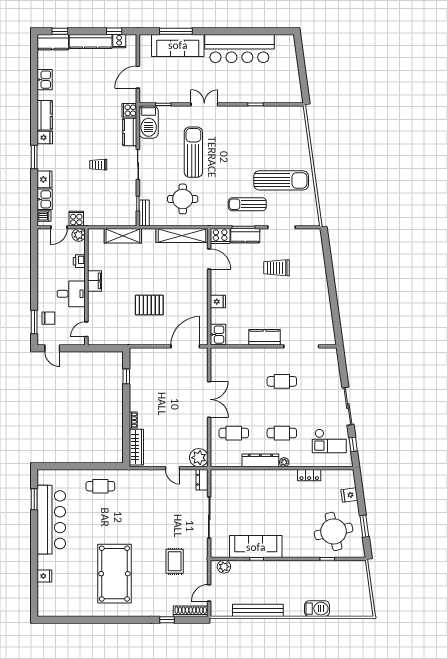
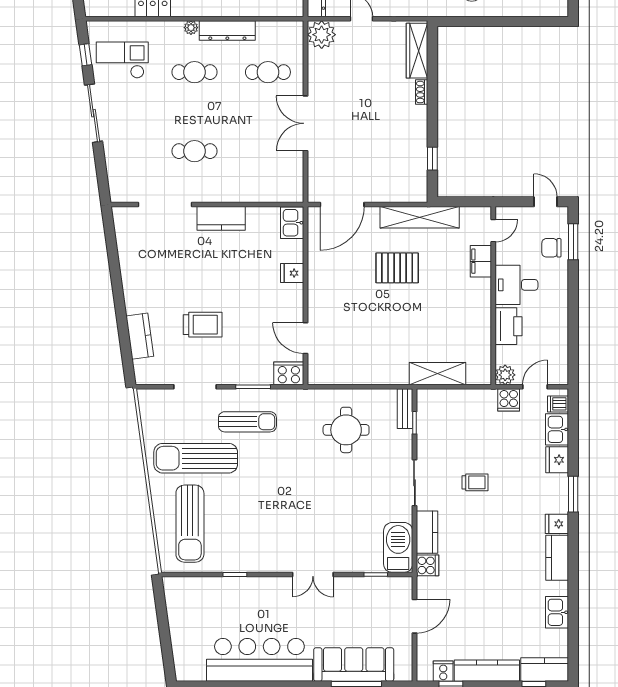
sun lounger: (193, 152) -> (190, 524), moved
shelving: (182, 236) -> (420, 217), moved
kitchen counter: (245, 236) -> (140, 336), moved, turned 82
printer: (79, 261) -> (509, 326), width x1.87, depth x1.48
filing cabinet: (94, 281) -> (481, 261), moved

